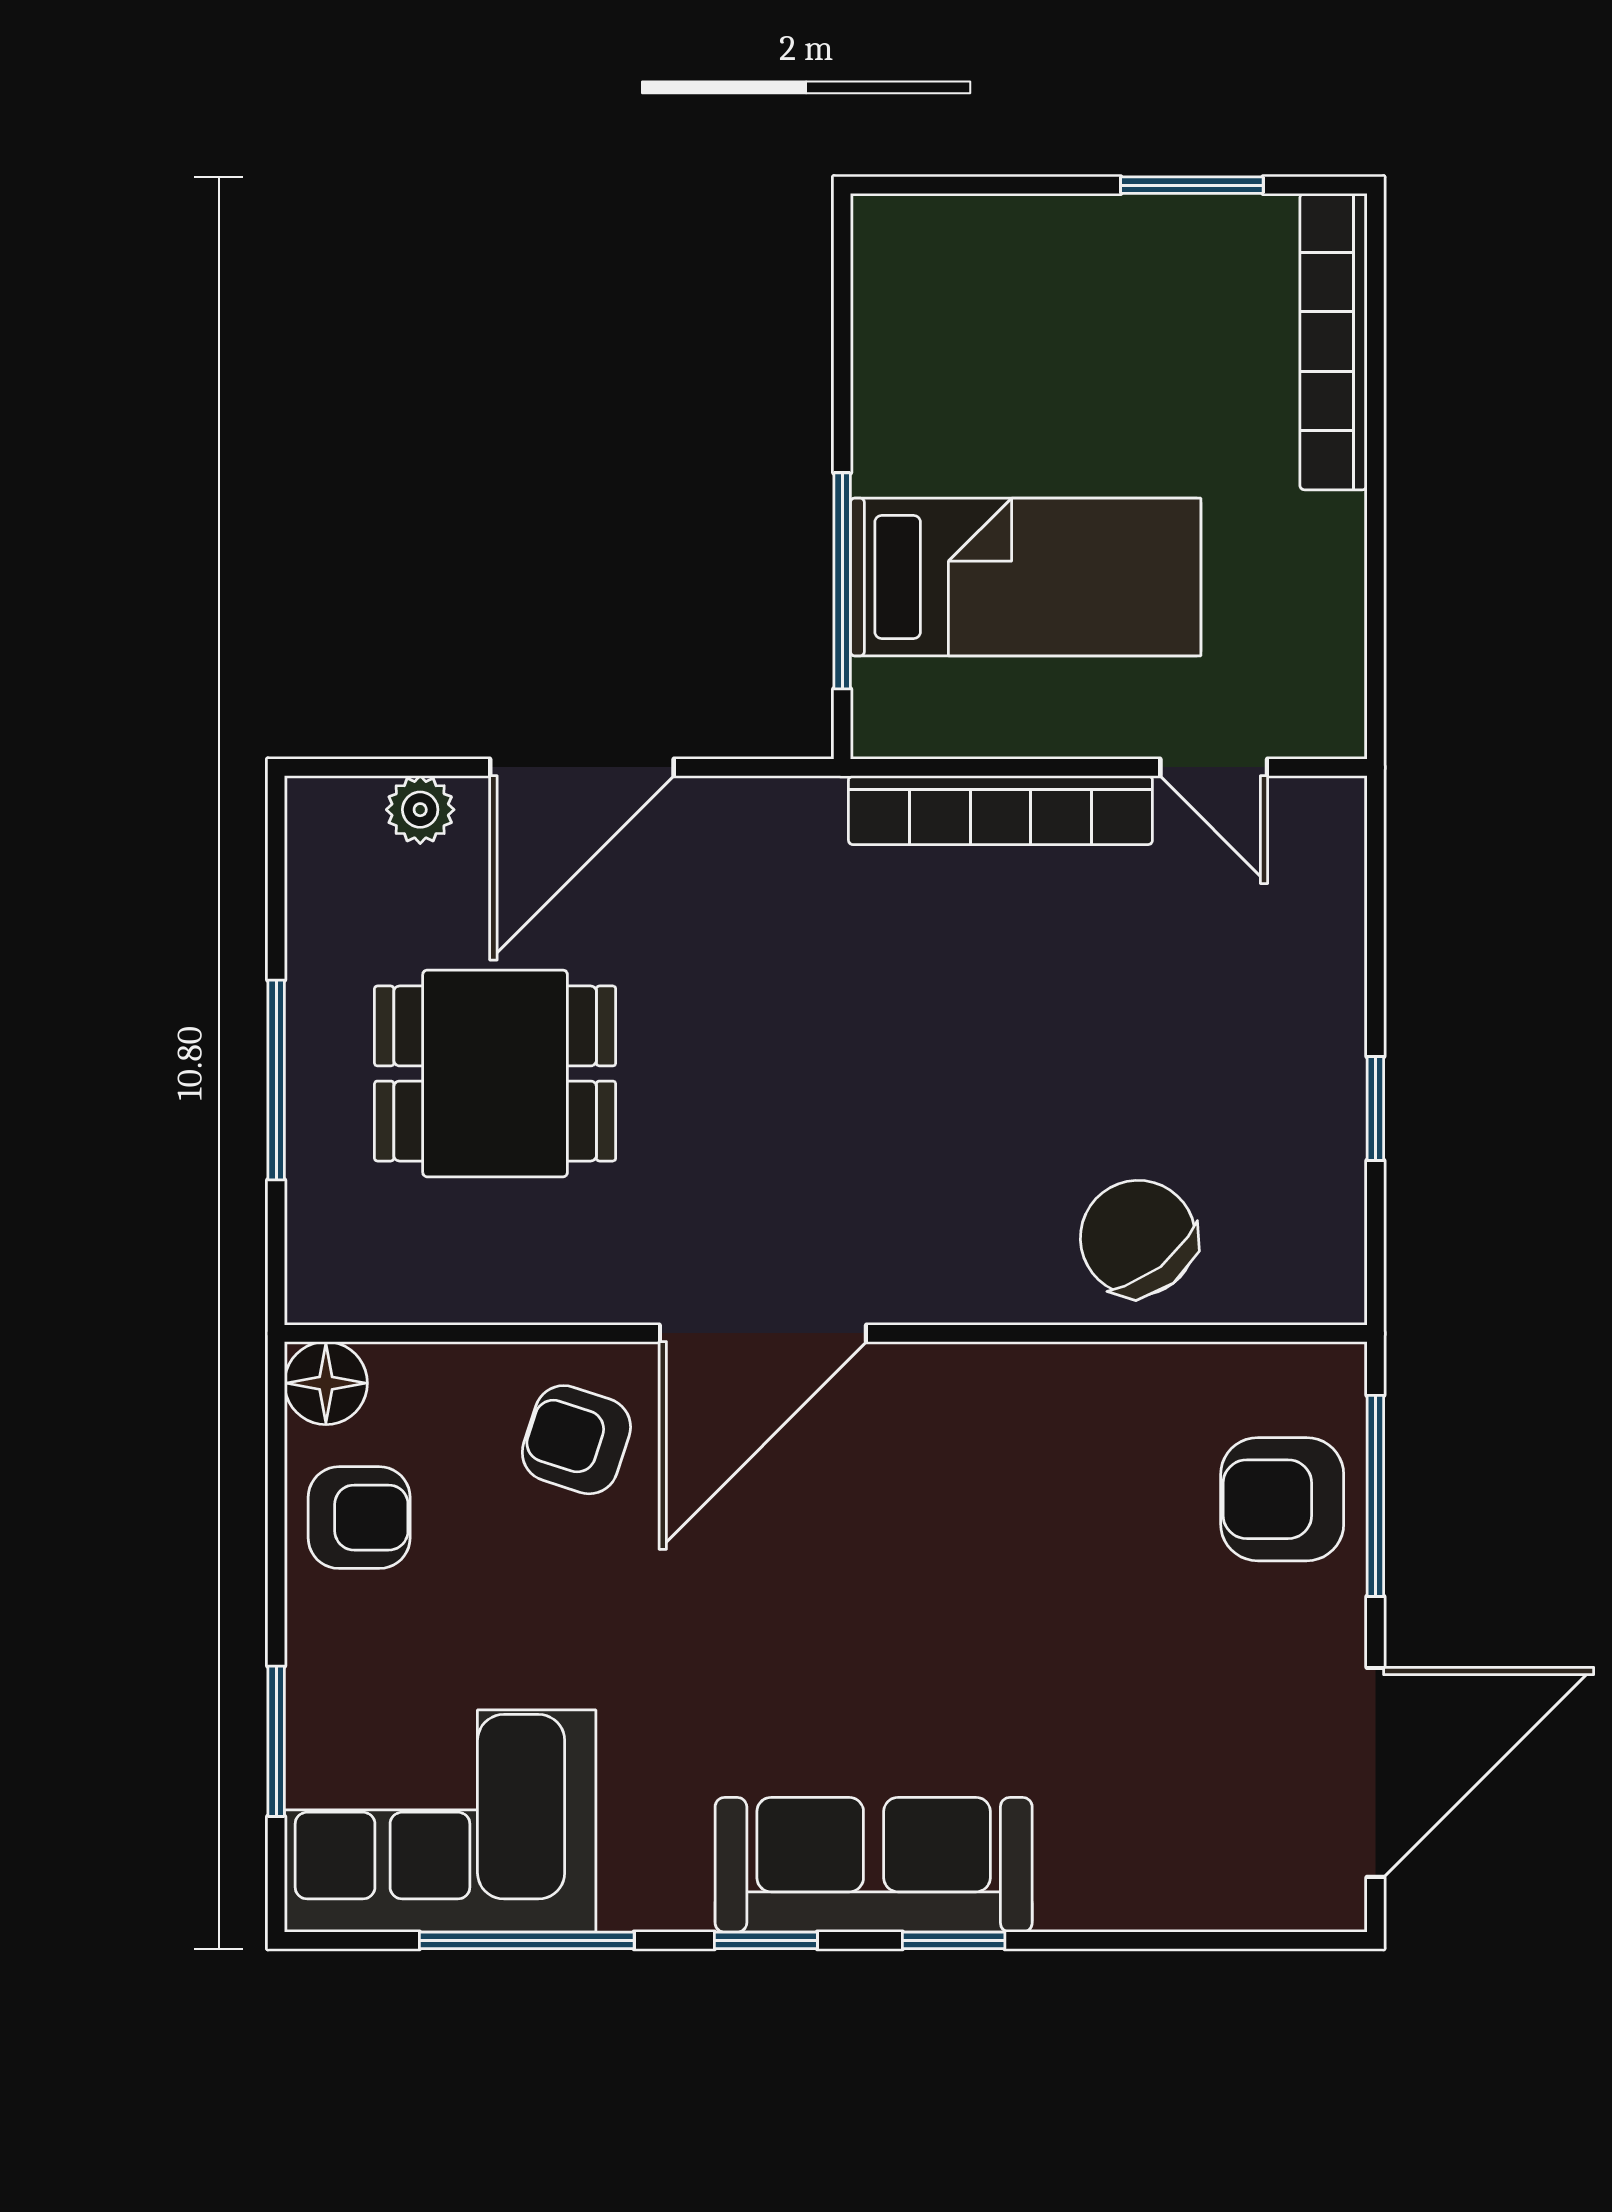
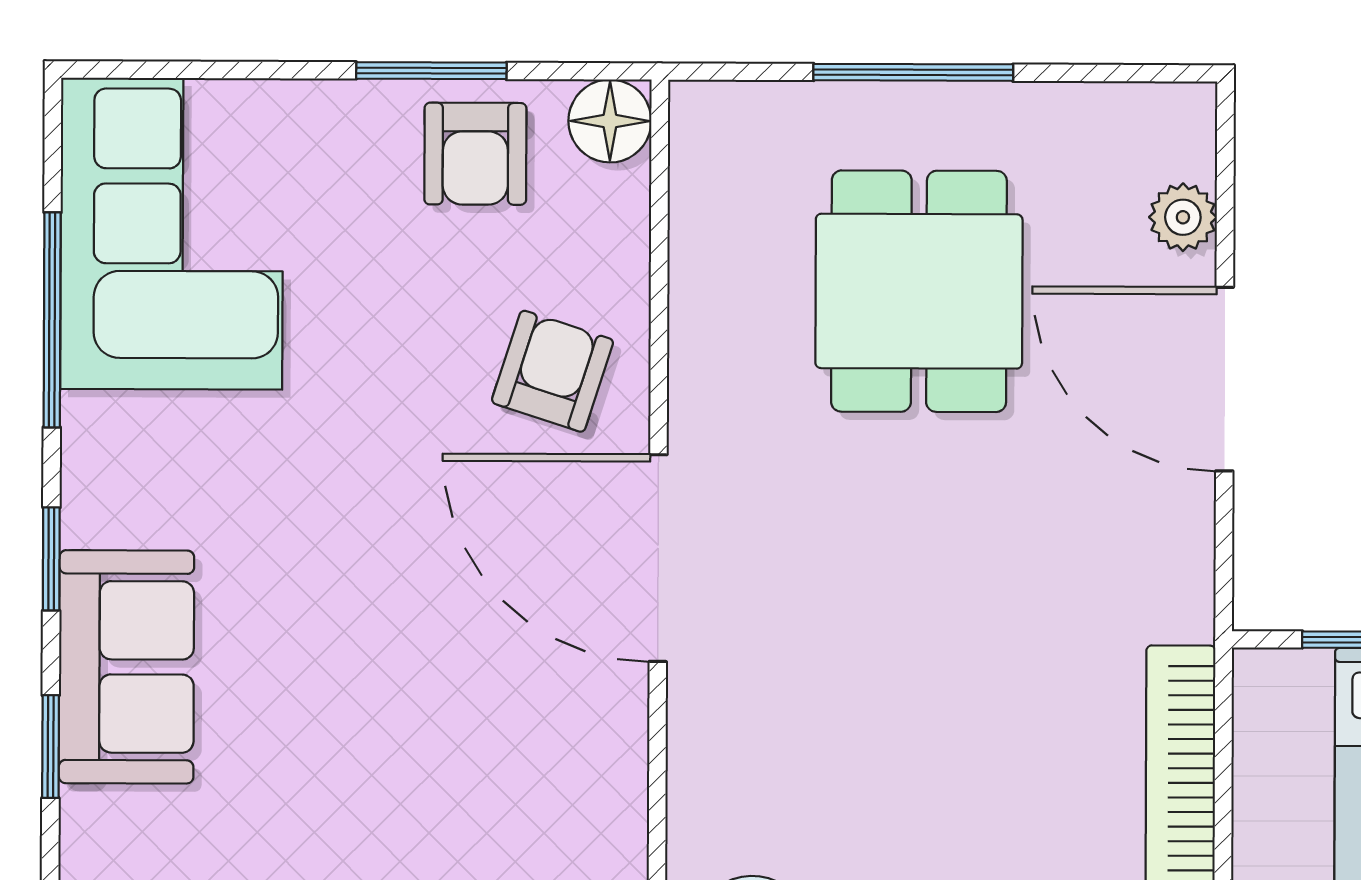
window: (276, 1741) -> (431, 71), moved
sofa: (874, 1865) -> (126, 667), width x0.73

